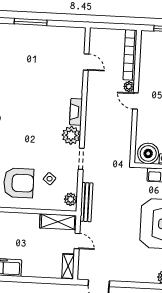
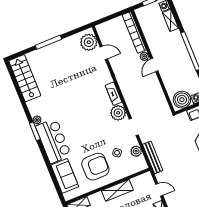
plant: (75, 43) -> (89, 42), added
door: (135, 101) -> (154, 65), hinge flipped
plant: (71, 199) -> (136, 151), moved
shelving: (58, 222) -> (117, 190), moved

